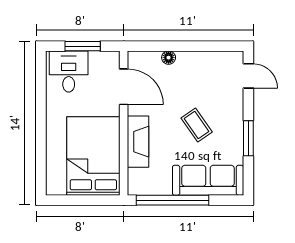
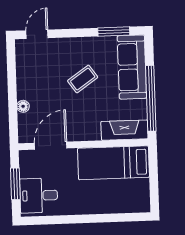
window: (248, 138) -> (114, 31), moved
fireplace: (138, 142) -> (124, 130), moved
bed: (93, 156) -> (113, 163), width x0.67

